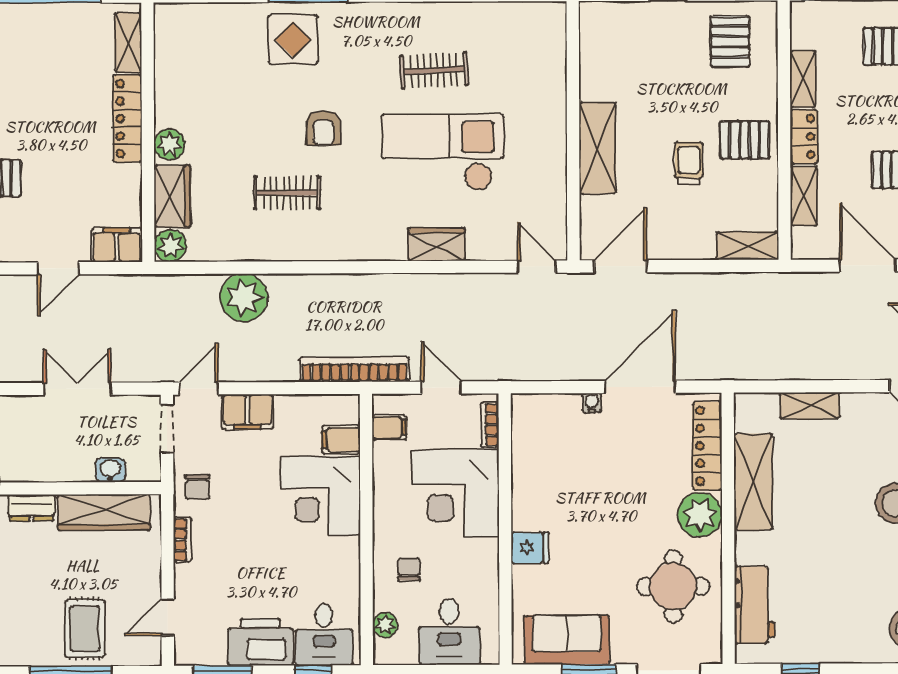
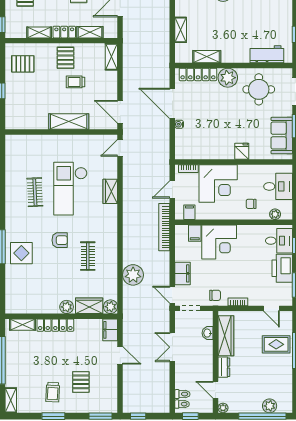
shelving: (753, 482) -> (207, 57), width x0.67, depth x0.75

